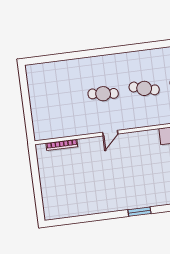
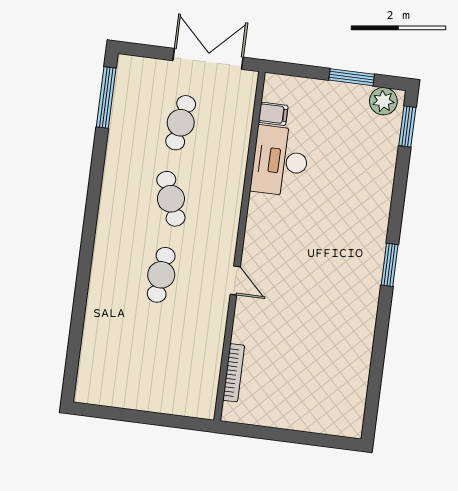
cafe table: (144, 88) -> (171, 199), turned -36

